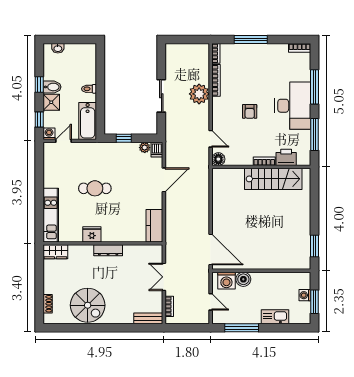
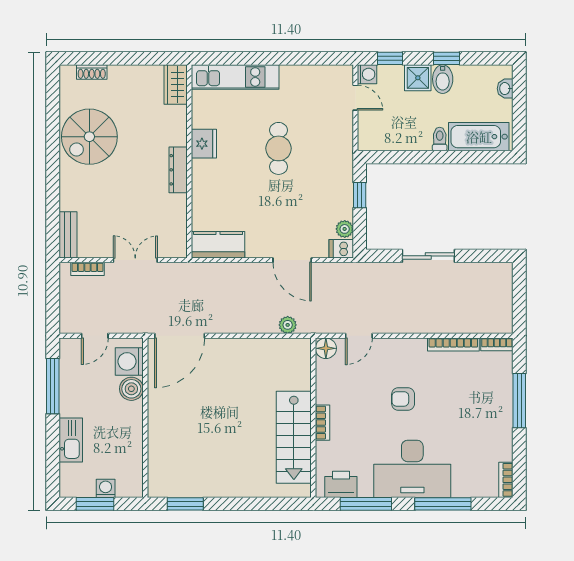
plant: (199, 94) -> (288, 325), moved, width x0.53, depth x0.53
bathtub: (88, 121) -> (479, 137), moved
printer: (286, 157) -> (341, 484), moved, turned -90

